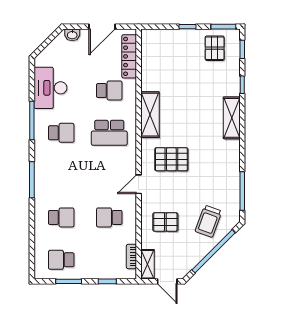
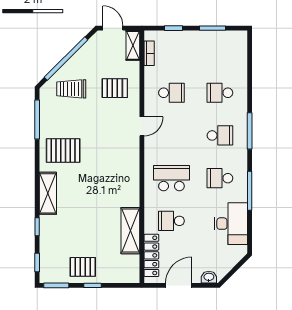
pallet: (215, 48) -> (83, 267), moved, turned 90
shelving: (150, 115) -> (130, 231), moved
pallet: (171, 159) -> (63, 150), moved
trolley: (208, 221) -> (71, 89), turned -110
school desk: (61, 260) -> (220, 135), moved

